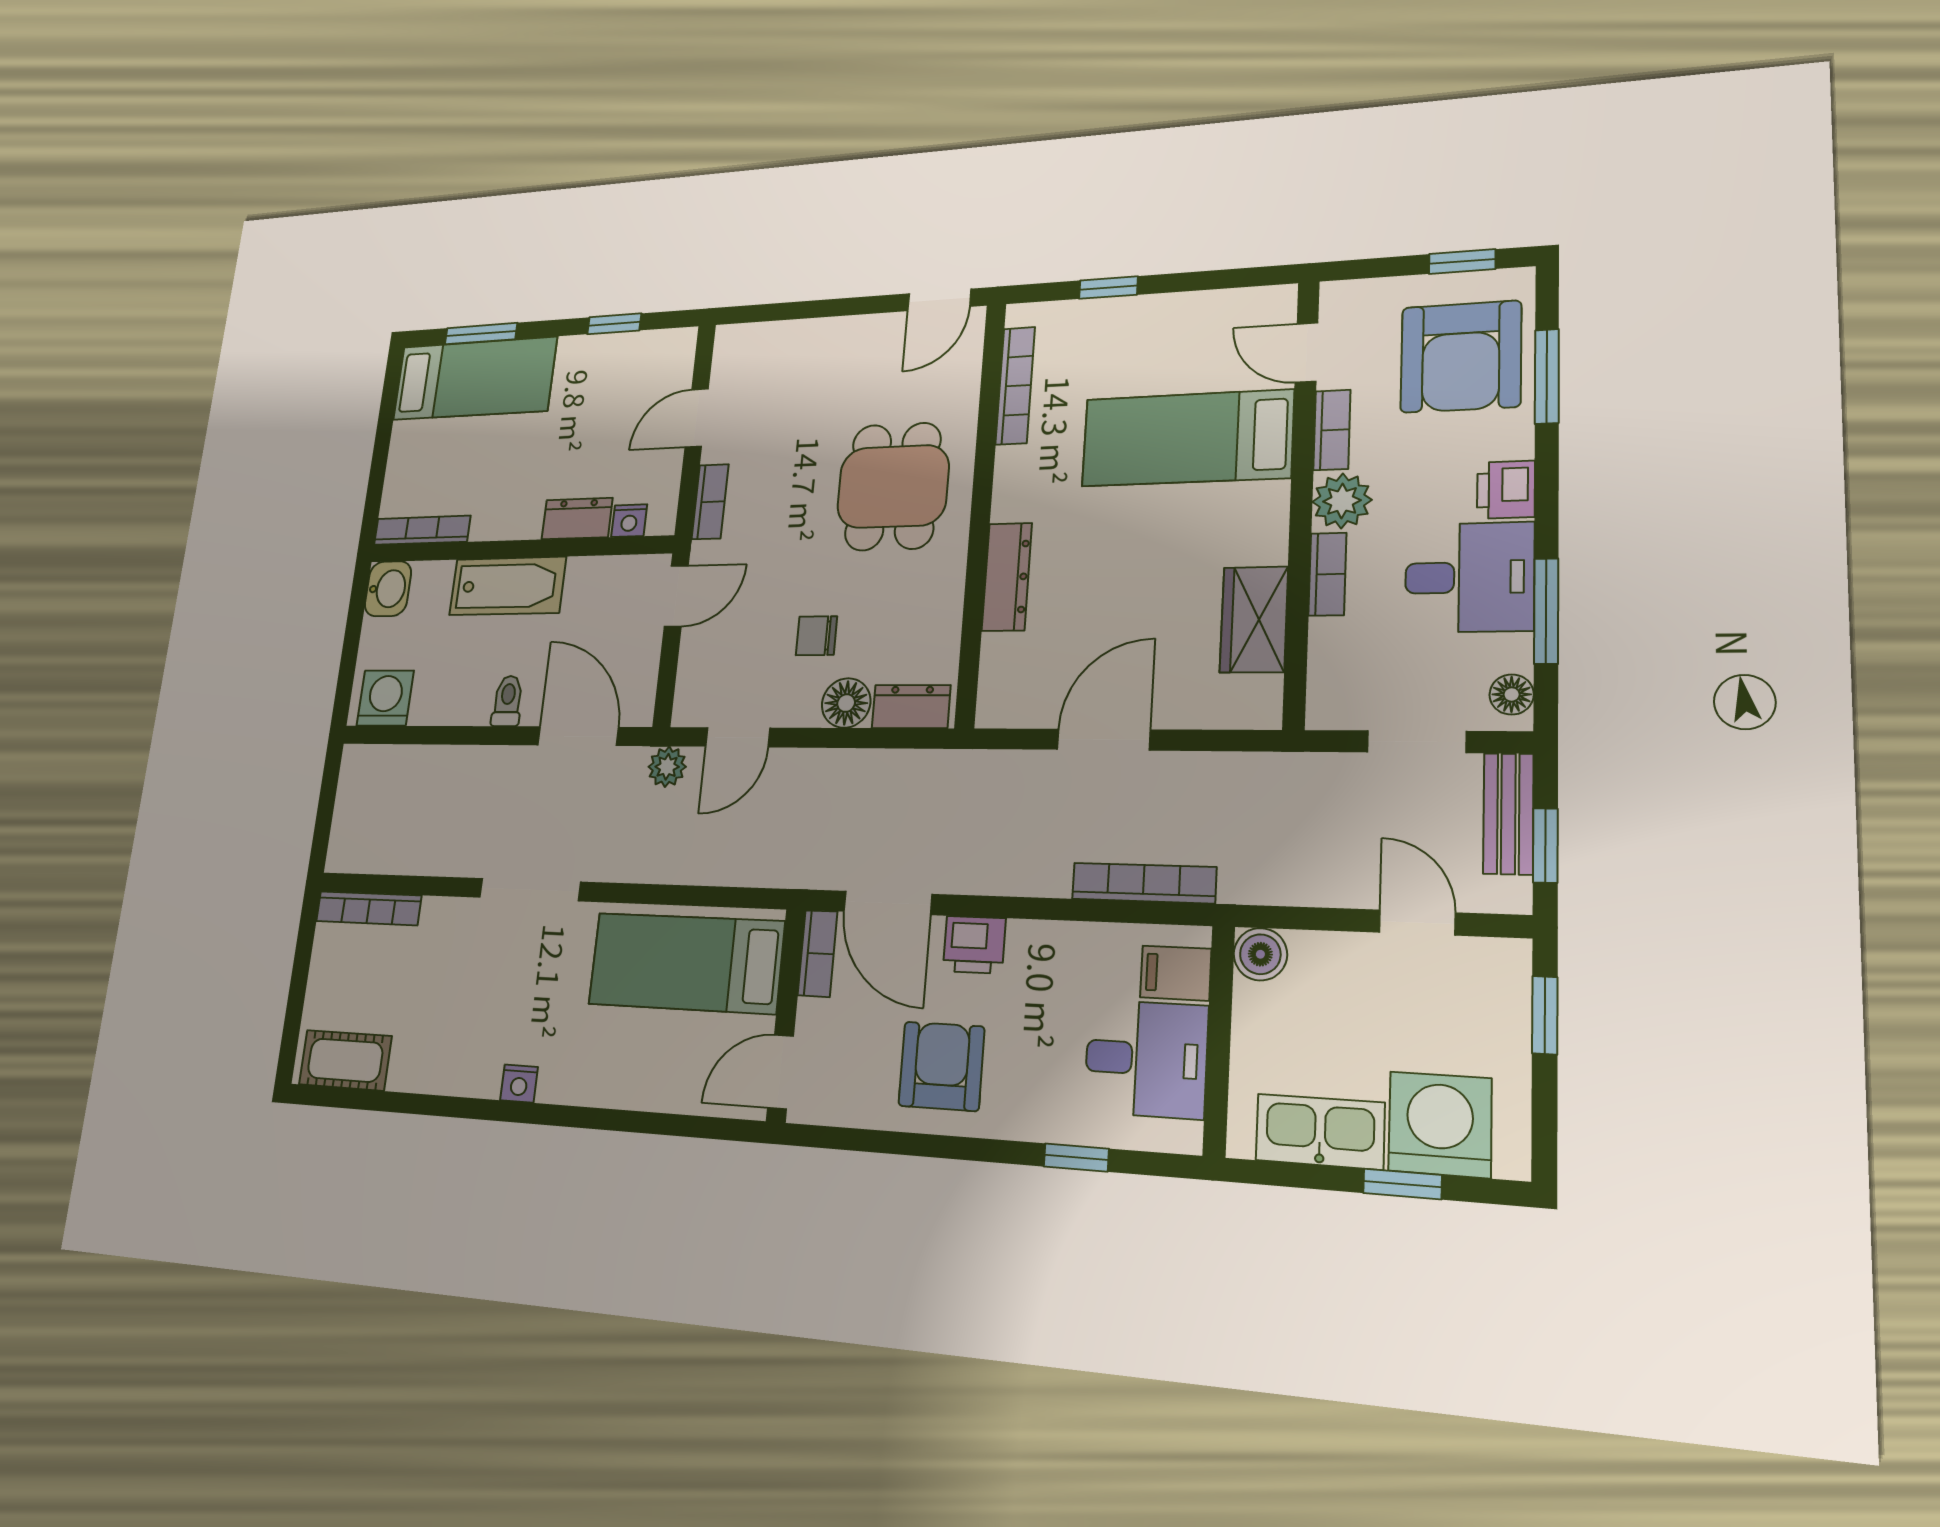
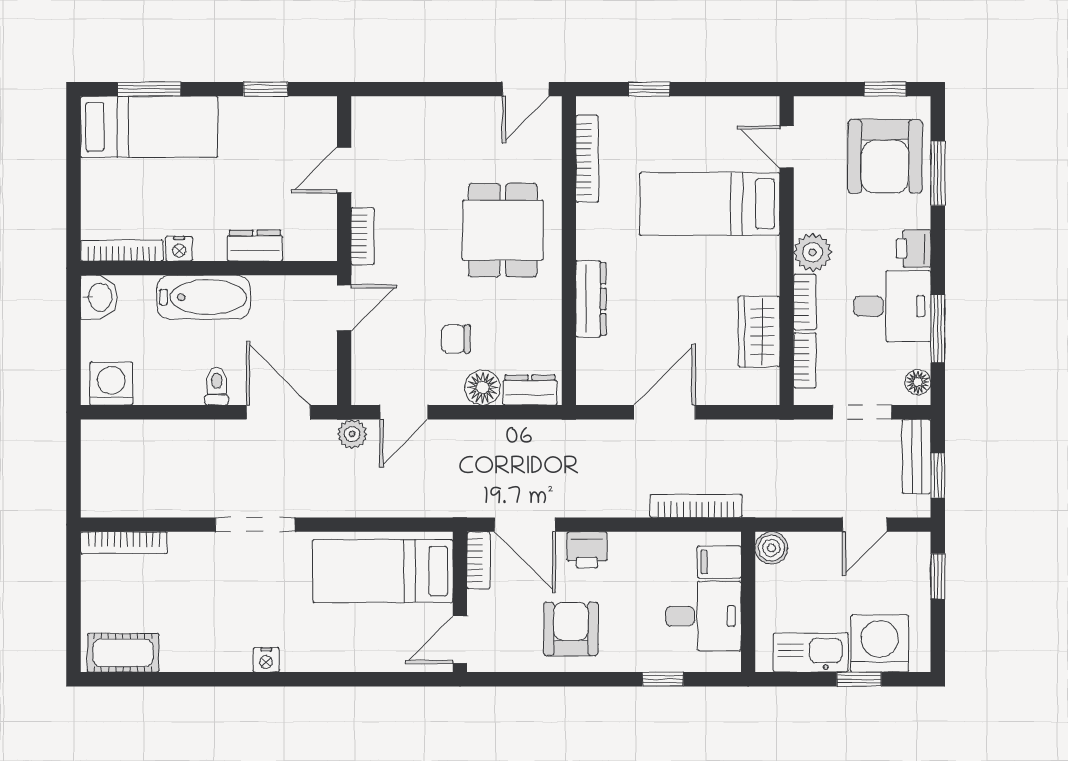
bookcase: (1332, 430) -> (805, 360), moved
nightstand: (629, 521) -> (179, 249), moved
door: (1417, 923) -> (865, 525), swing flipped

